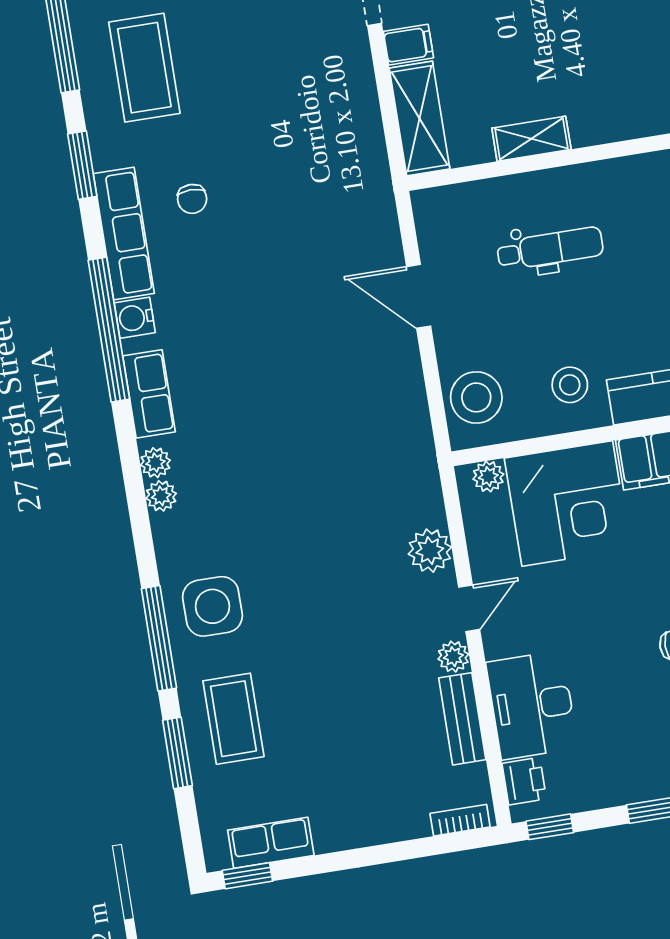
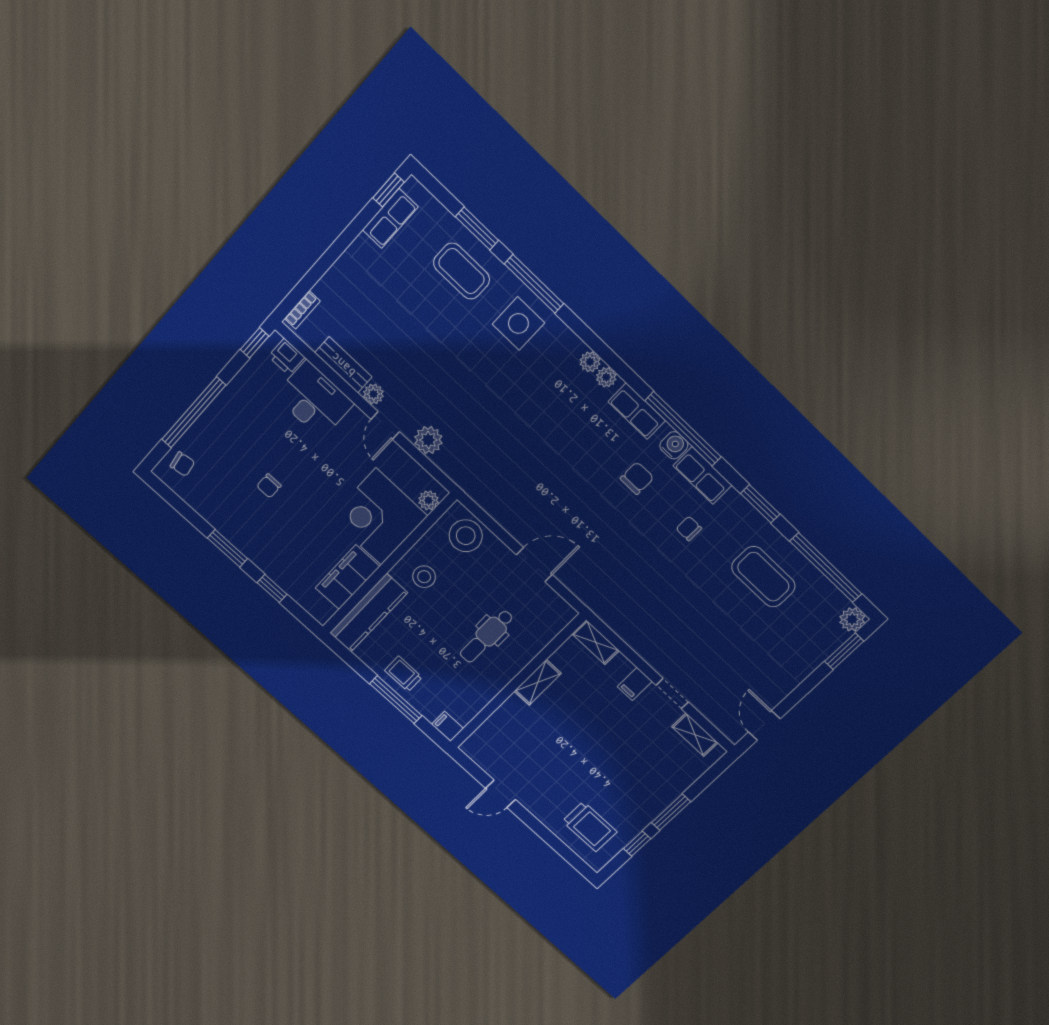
shelving: (420, 118) -> (596, 642), width x0.67, depth x0.75
row of seats: (124, 233) -> (702, 475), width x0.68
chair: (210, 311) -> (637, 478), added

